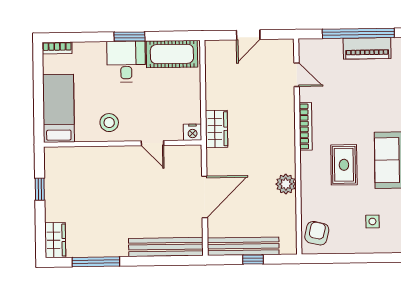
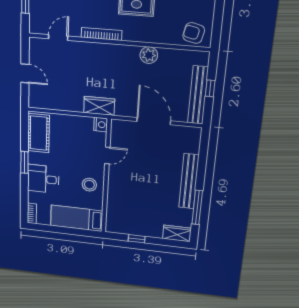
desk: (126, 62) -> (43, 179), moved
bench: (166, 247) -> (189, 181), moved

